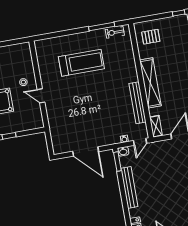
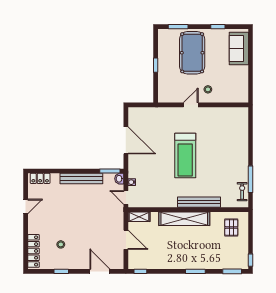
treadmill: (81, 63) -> (185, 156), moved
bench: (138, 103) -> (199, 202), moved
door: (86, 151) -> (126, 140), swing flipped

